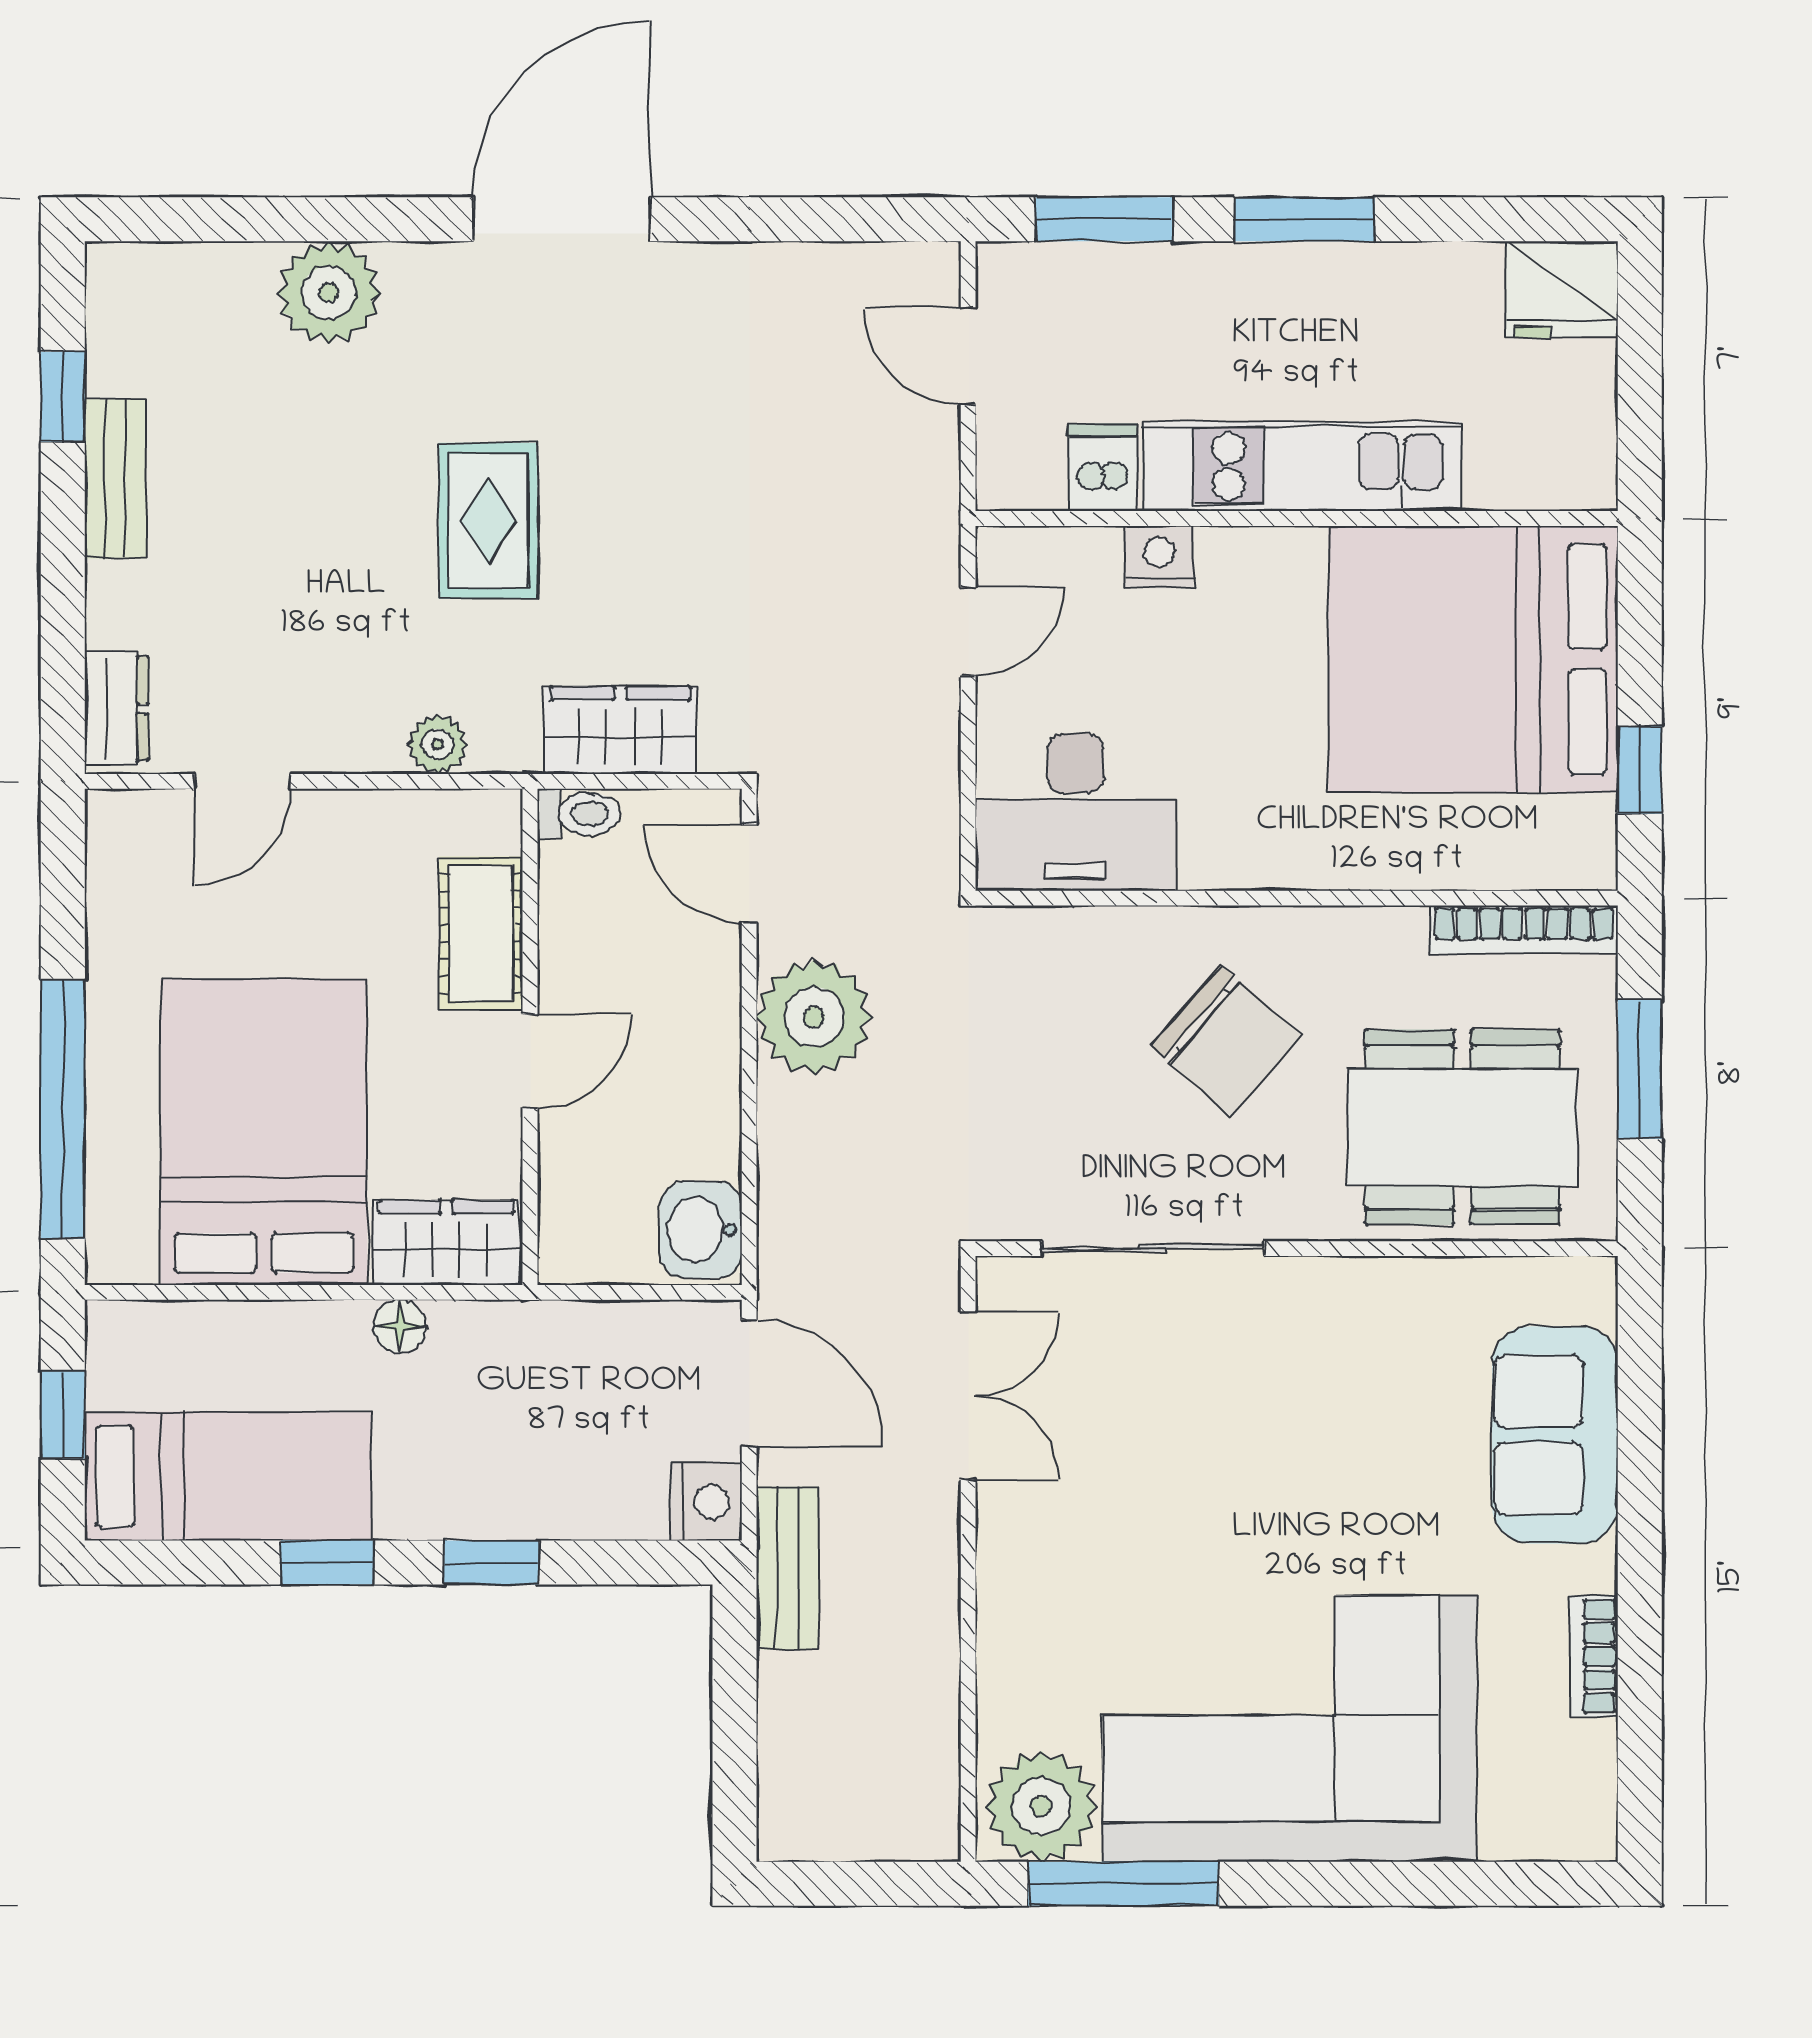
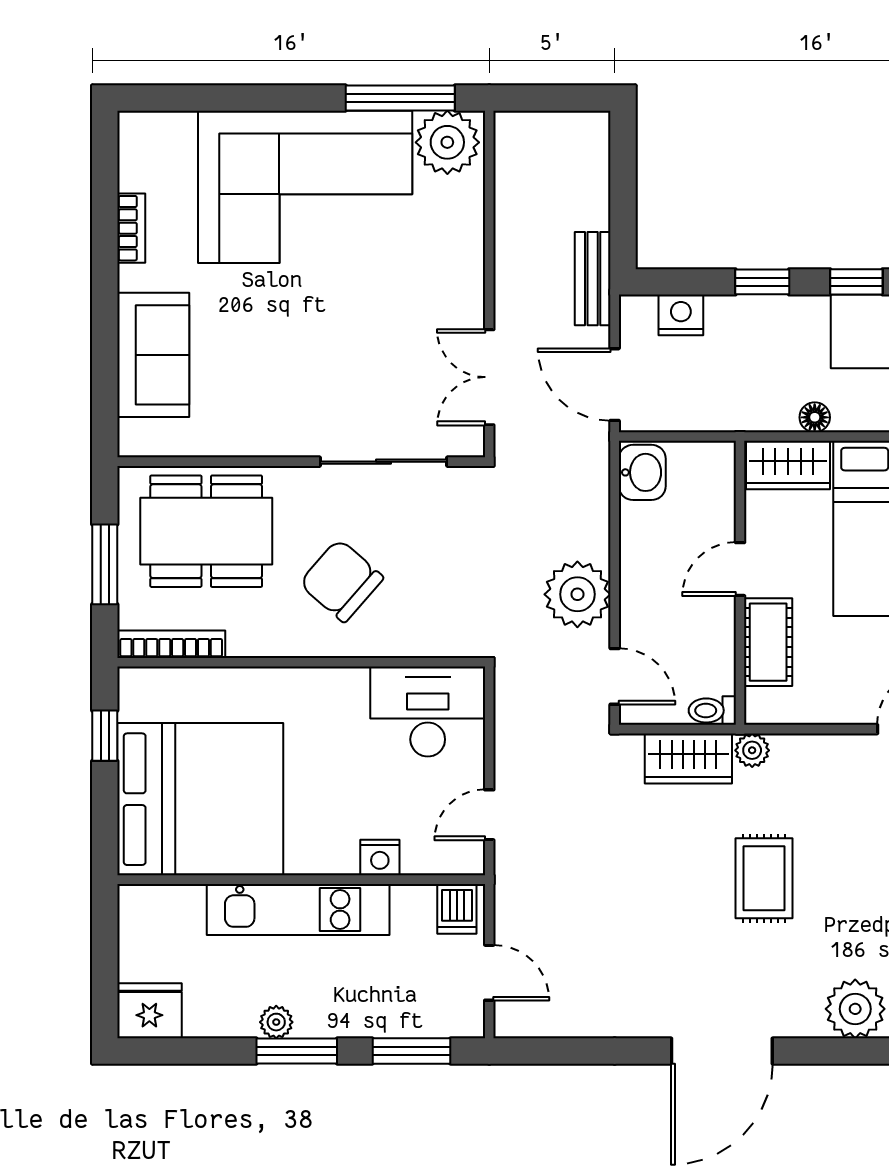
plant: (1340, 270) -> (276, 1022), added
dishwasher: (1103, 467) -> (457, 909), moved
plant: (438, 744) -> (752, 750), moved
nightstand: (706, 1502) -> (681, 315), moved, turned 90

